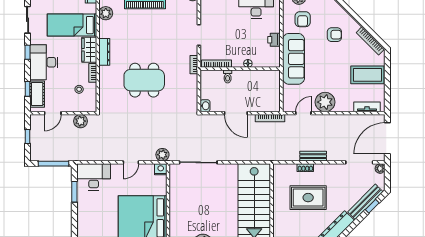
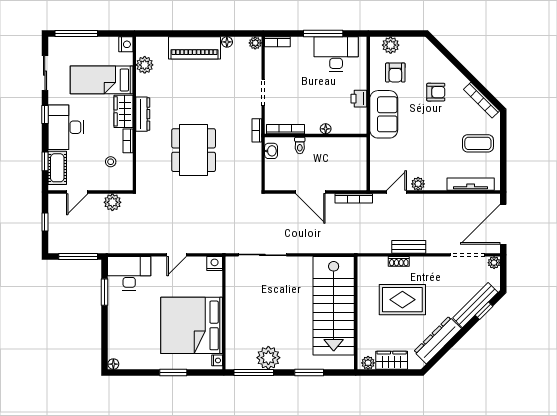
sofa: (293, 59) -> (384, 114), width x0.73
coffee table: (367, 75) -> (478, 143), width x0.73, depth x0.76
dining table: (144, 80) -> (194, 150), turned 90
plant: (325, 102) -> (418, 184), width x0.53, depth x0.53
washbasin: (205, 106) -> (271, 151), moved
tv unit: (367, 107) -> (471, 184), width x1.41
plant: (162, 155) -> (217, 245), removed

